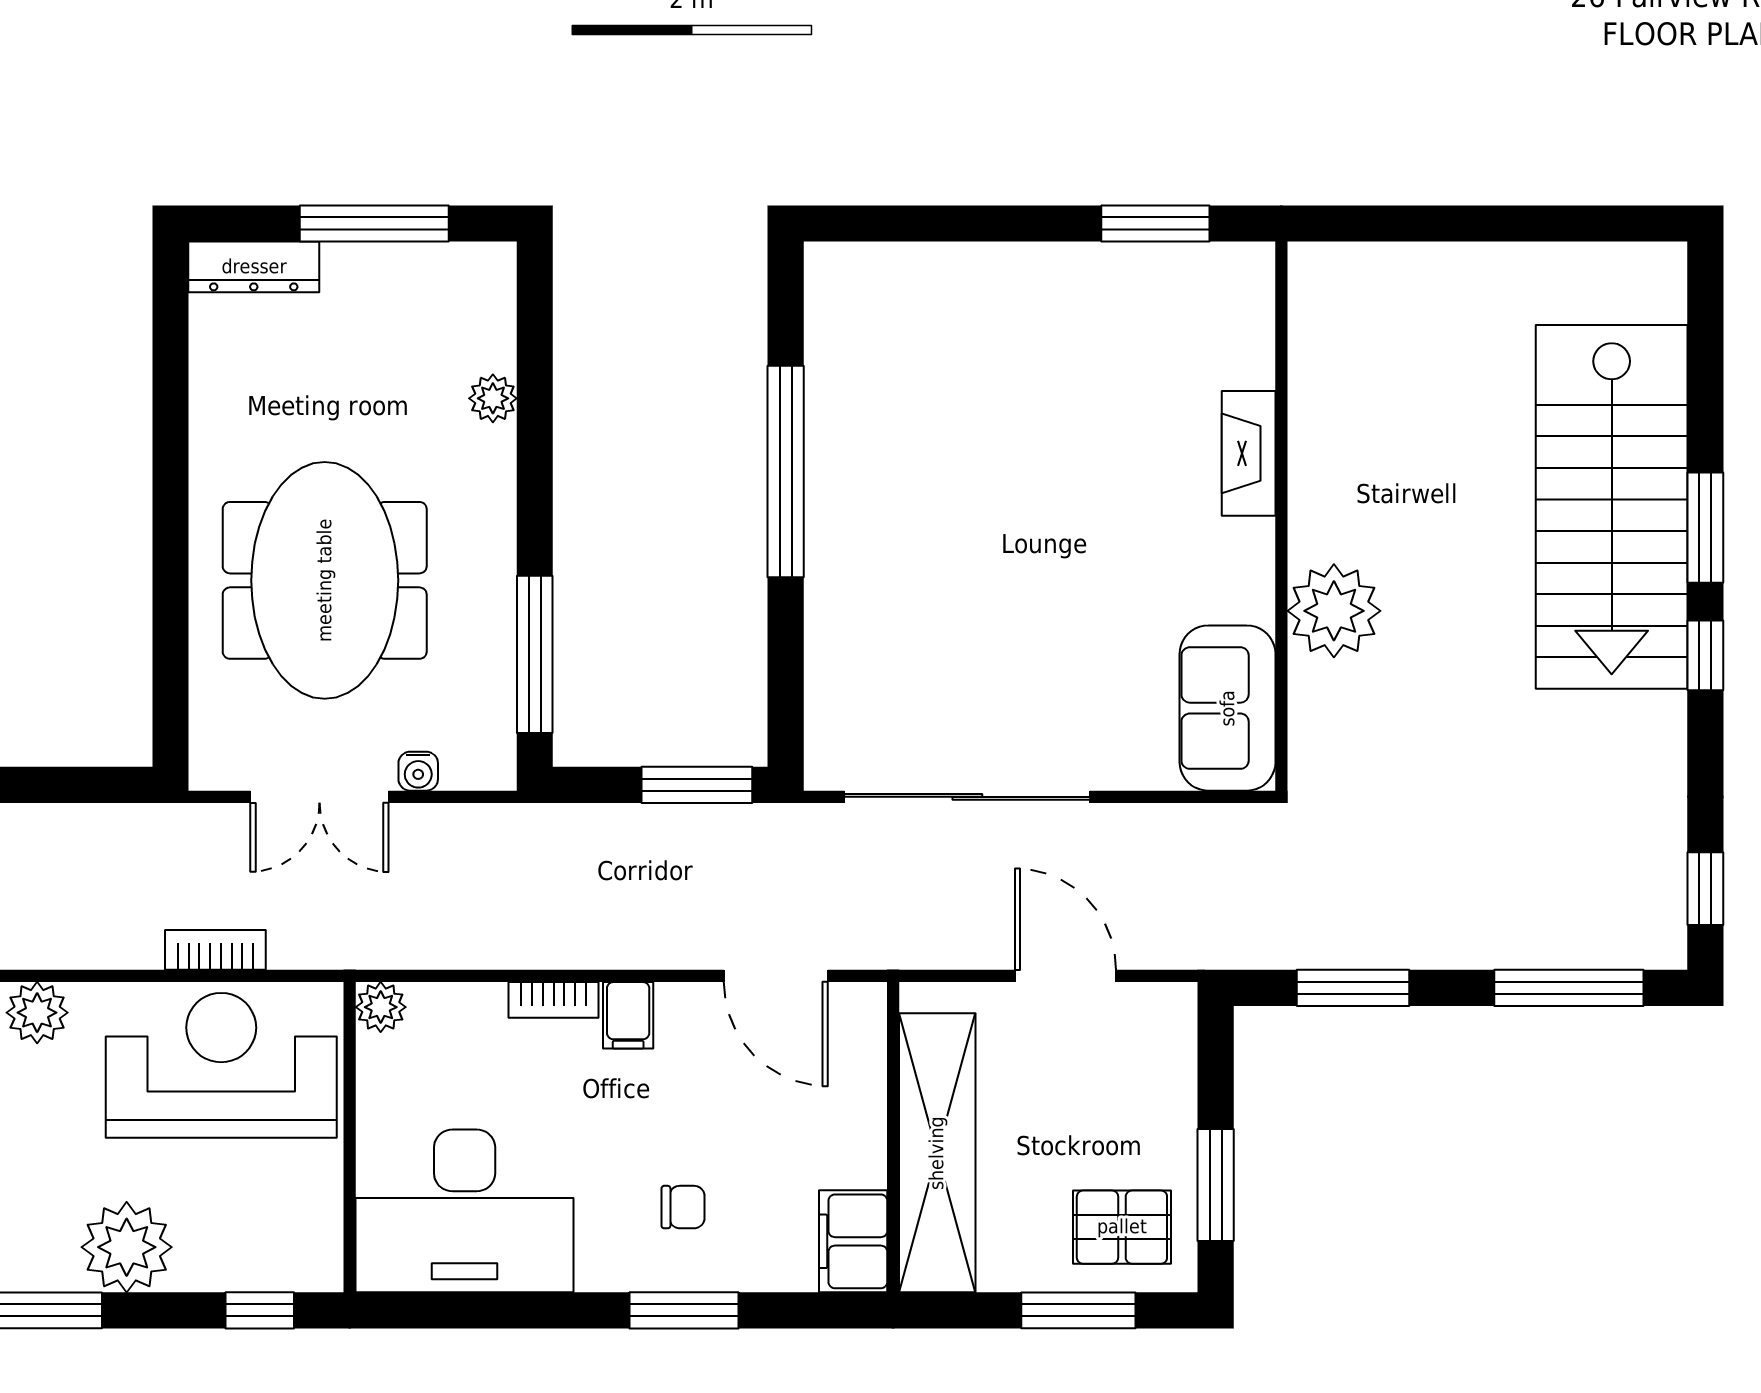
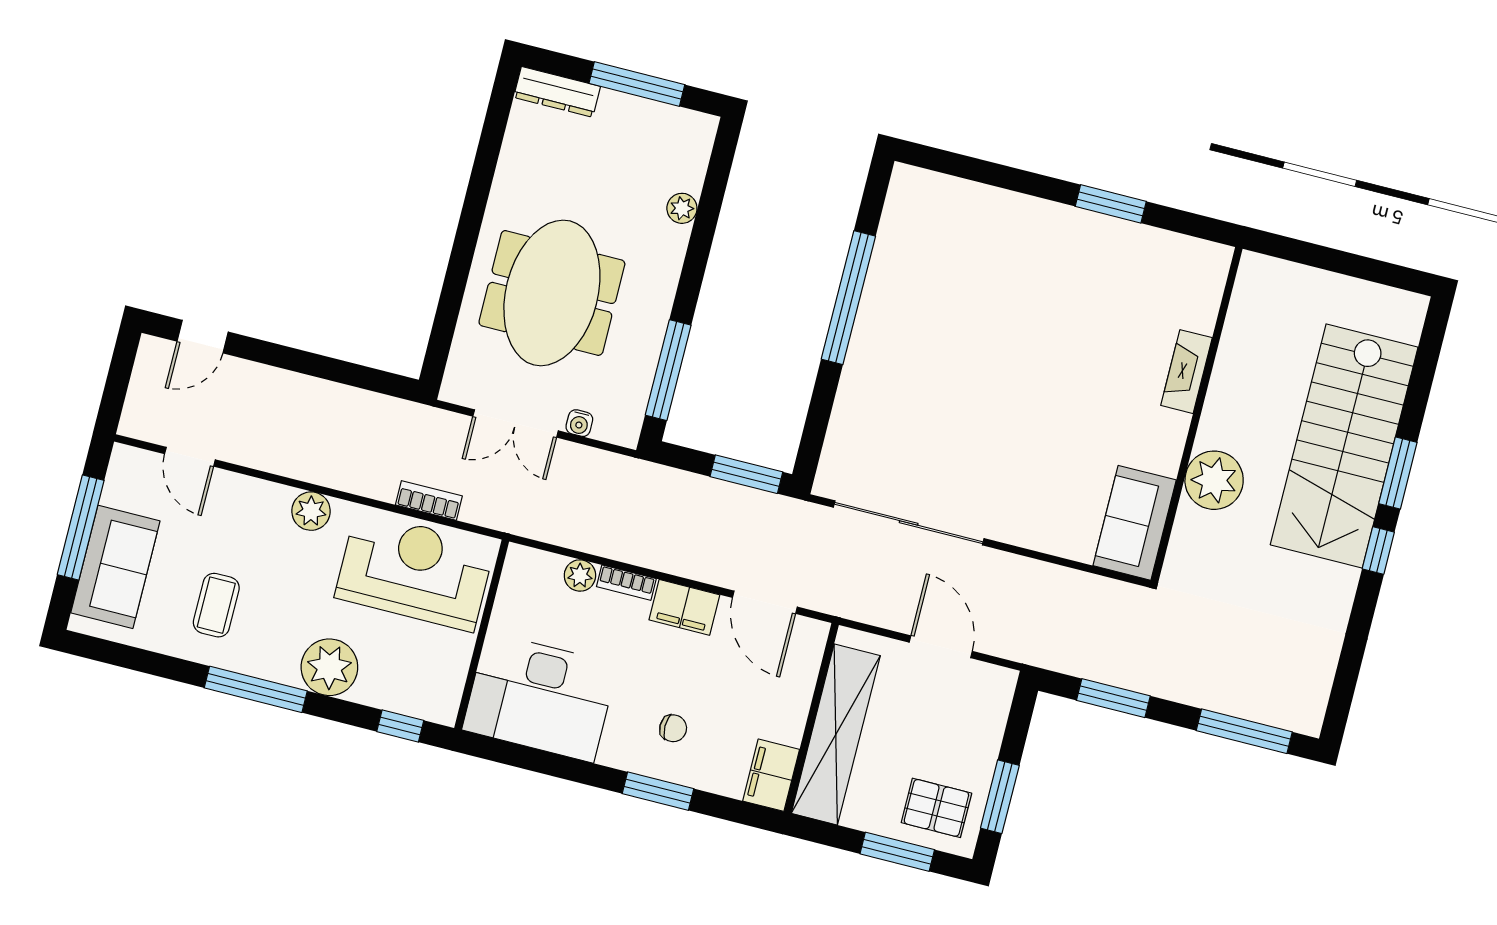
fireplace: (1249, 453) -> (1186, 372), moved
wall: (1281, 516) -> (1197, 415), moved
plant: (1334, 611) -> (1214, 480), moved
sofa: (1228, 708) -> (1135, 523), moved
window: (1705, 889) -> (1342, 692), removed
plant: (381, 1007) -> (580, 576), moved
filing cabinet: (628, 1015) -> (684, 607), width x2.00

